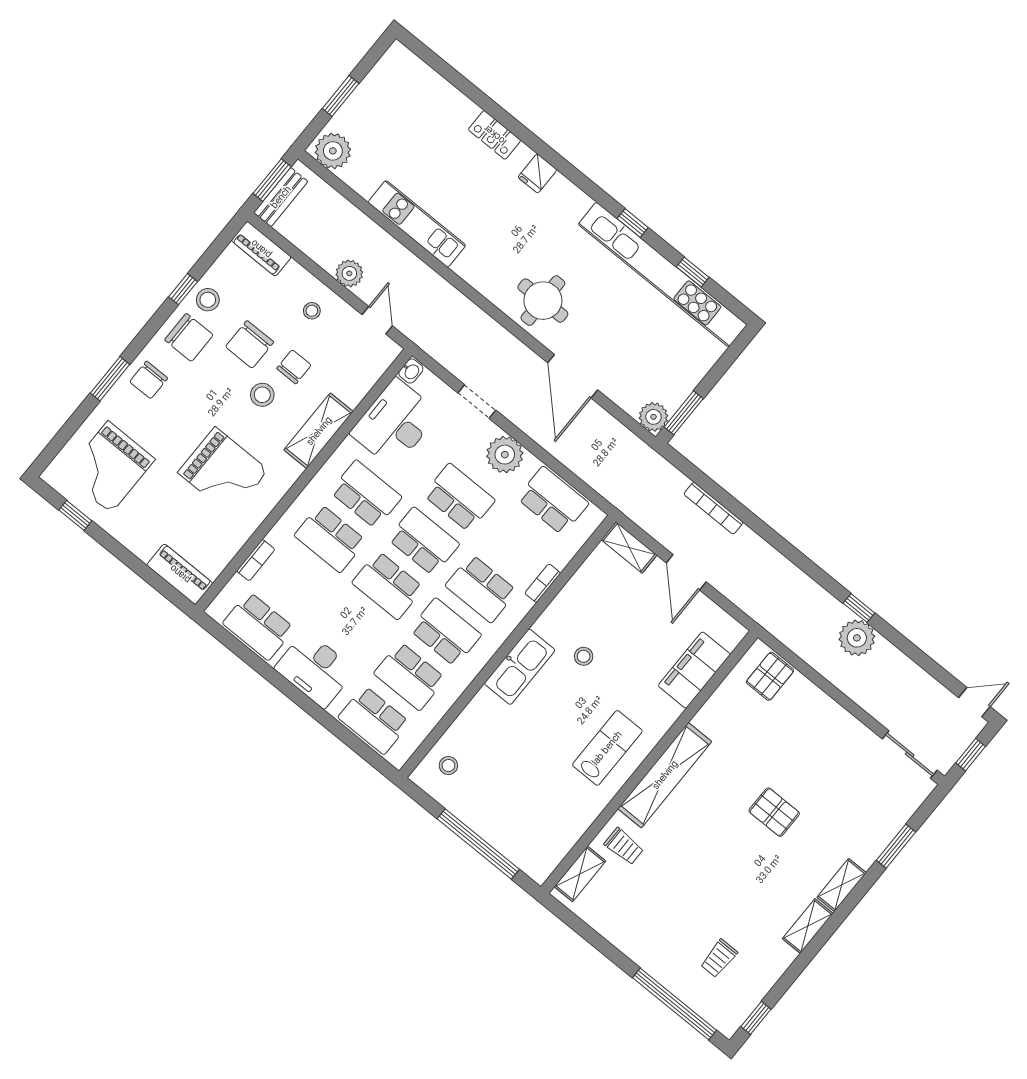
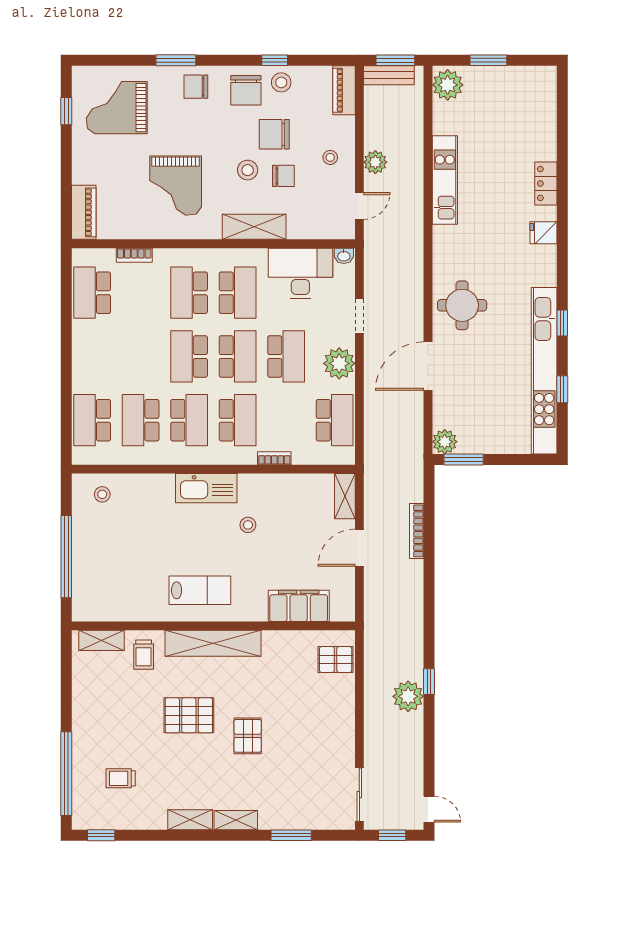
school desk: (481, 588) -> (238, 420), turned 180
desk: (315, 669) -> (94, 354), removed
pallet: (712, 850) -> (189, 715), added

